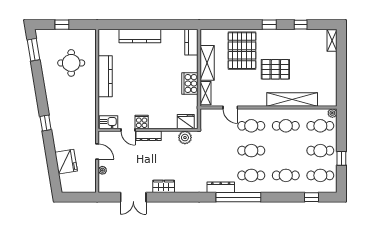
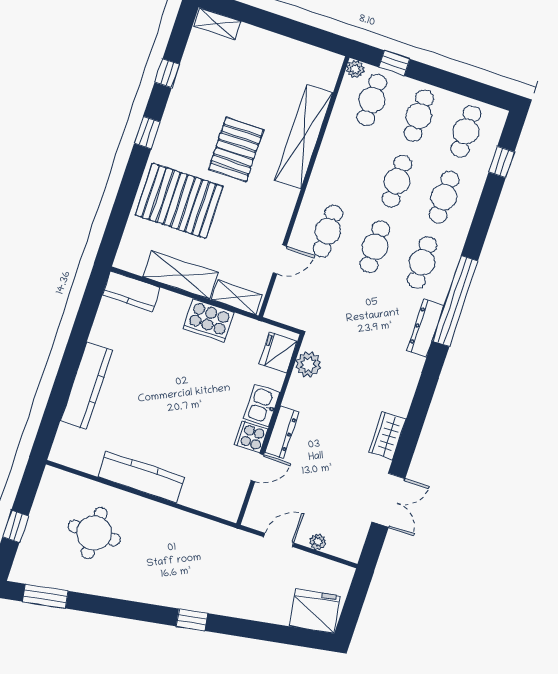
kitchen sink: (108, 122) -> (262, 406), moved
cafe table: (286, 126) -> (397, 181), moved
window: (341, 158) -> (394, 63), moved
fridge: (66, 162) -> (315, 611), moved

